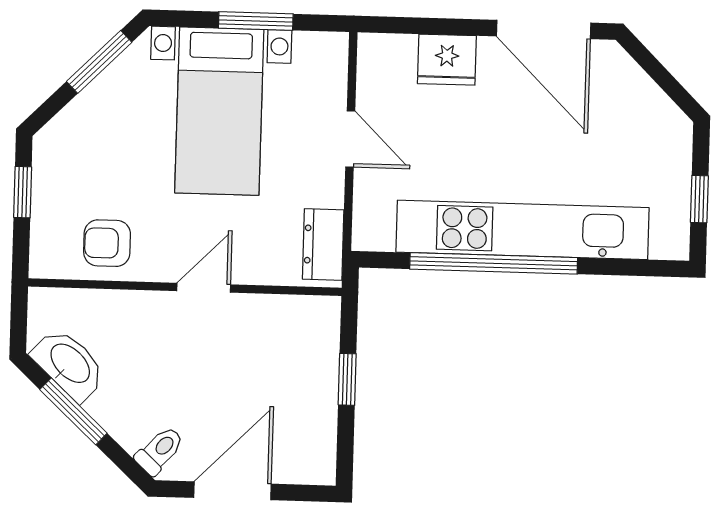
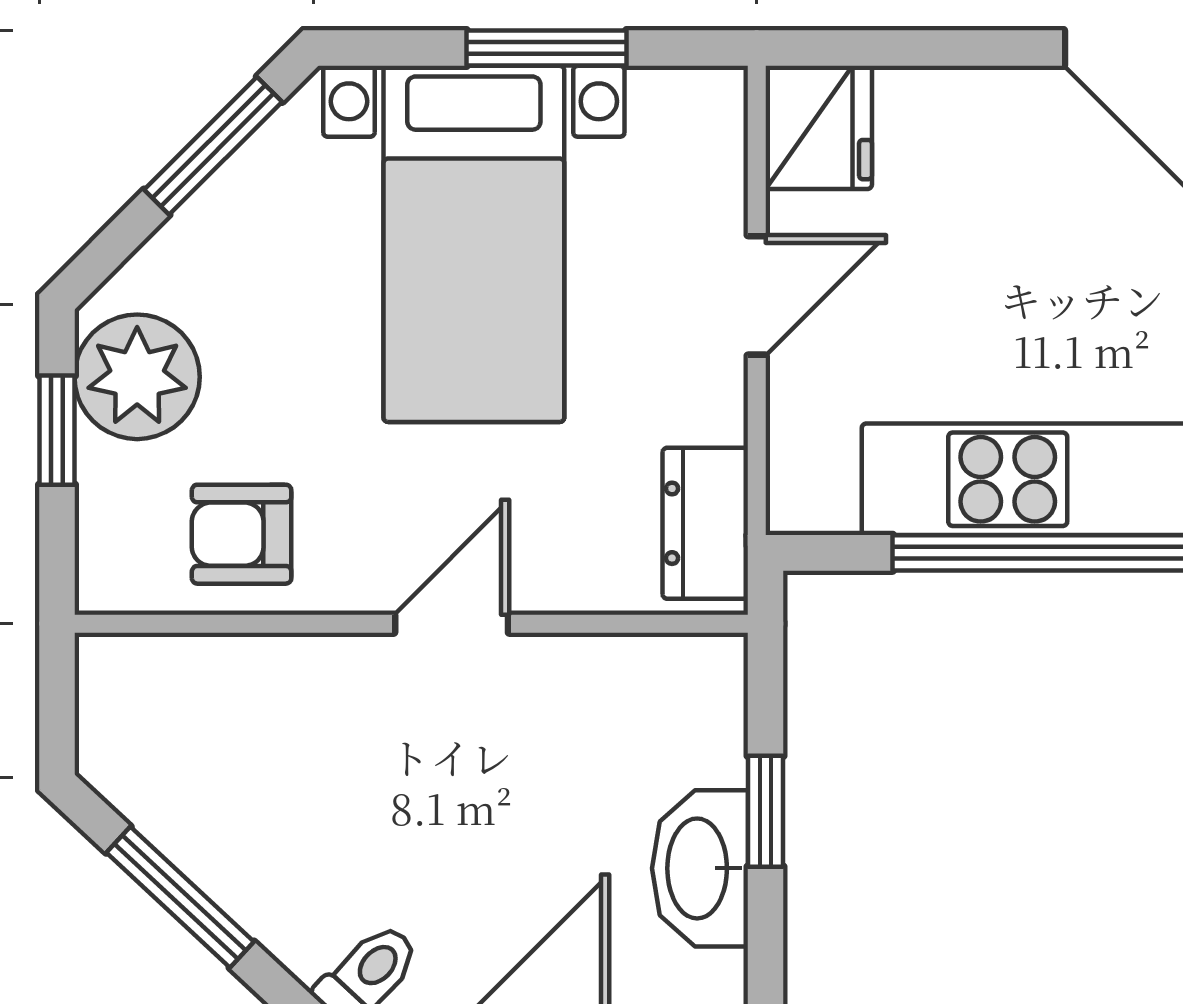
fridge: (447, 60) -> (819, 127), moved, turned -90
door: (350, 139) -> (757, 295), hinge flipped
plant: (61, 168) -> (137, 377), added
washbasin: (69, 364) -> (700, 868), moved, turned -133

